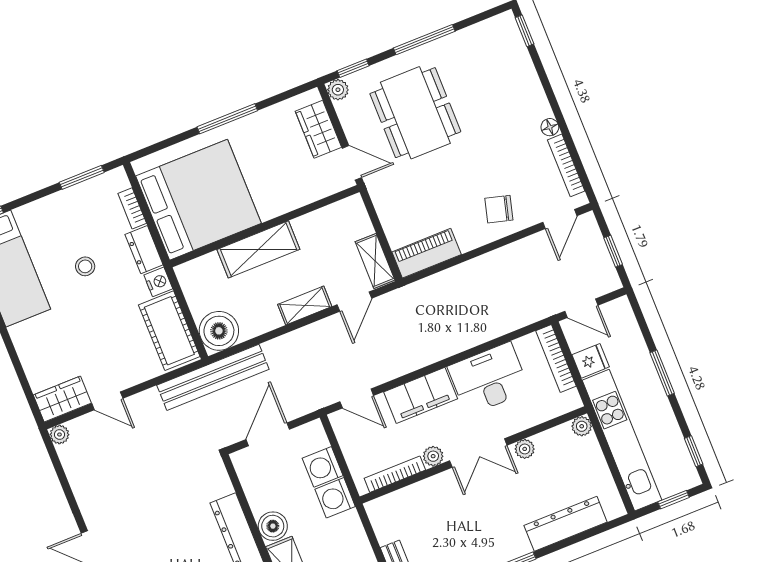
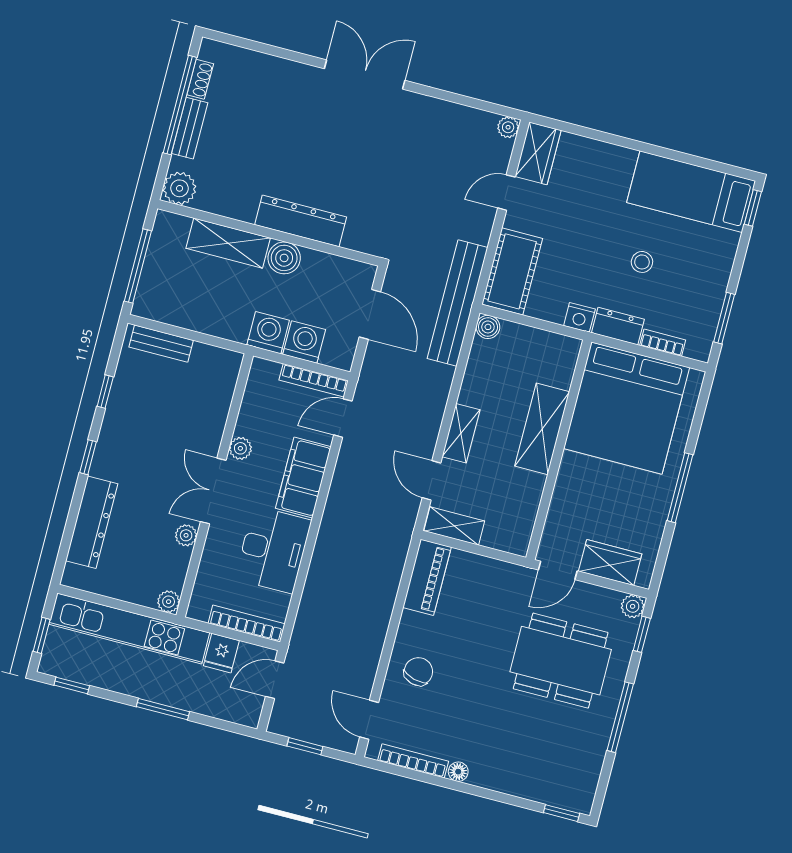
cot: (169, 331) -> (512, 271), moved, turned 90
boiler: (219, 331) -> (488, 327), width x0.54, depth x0.54
bookcase: (395, 474) -> (314, 380), moved, turned 90

